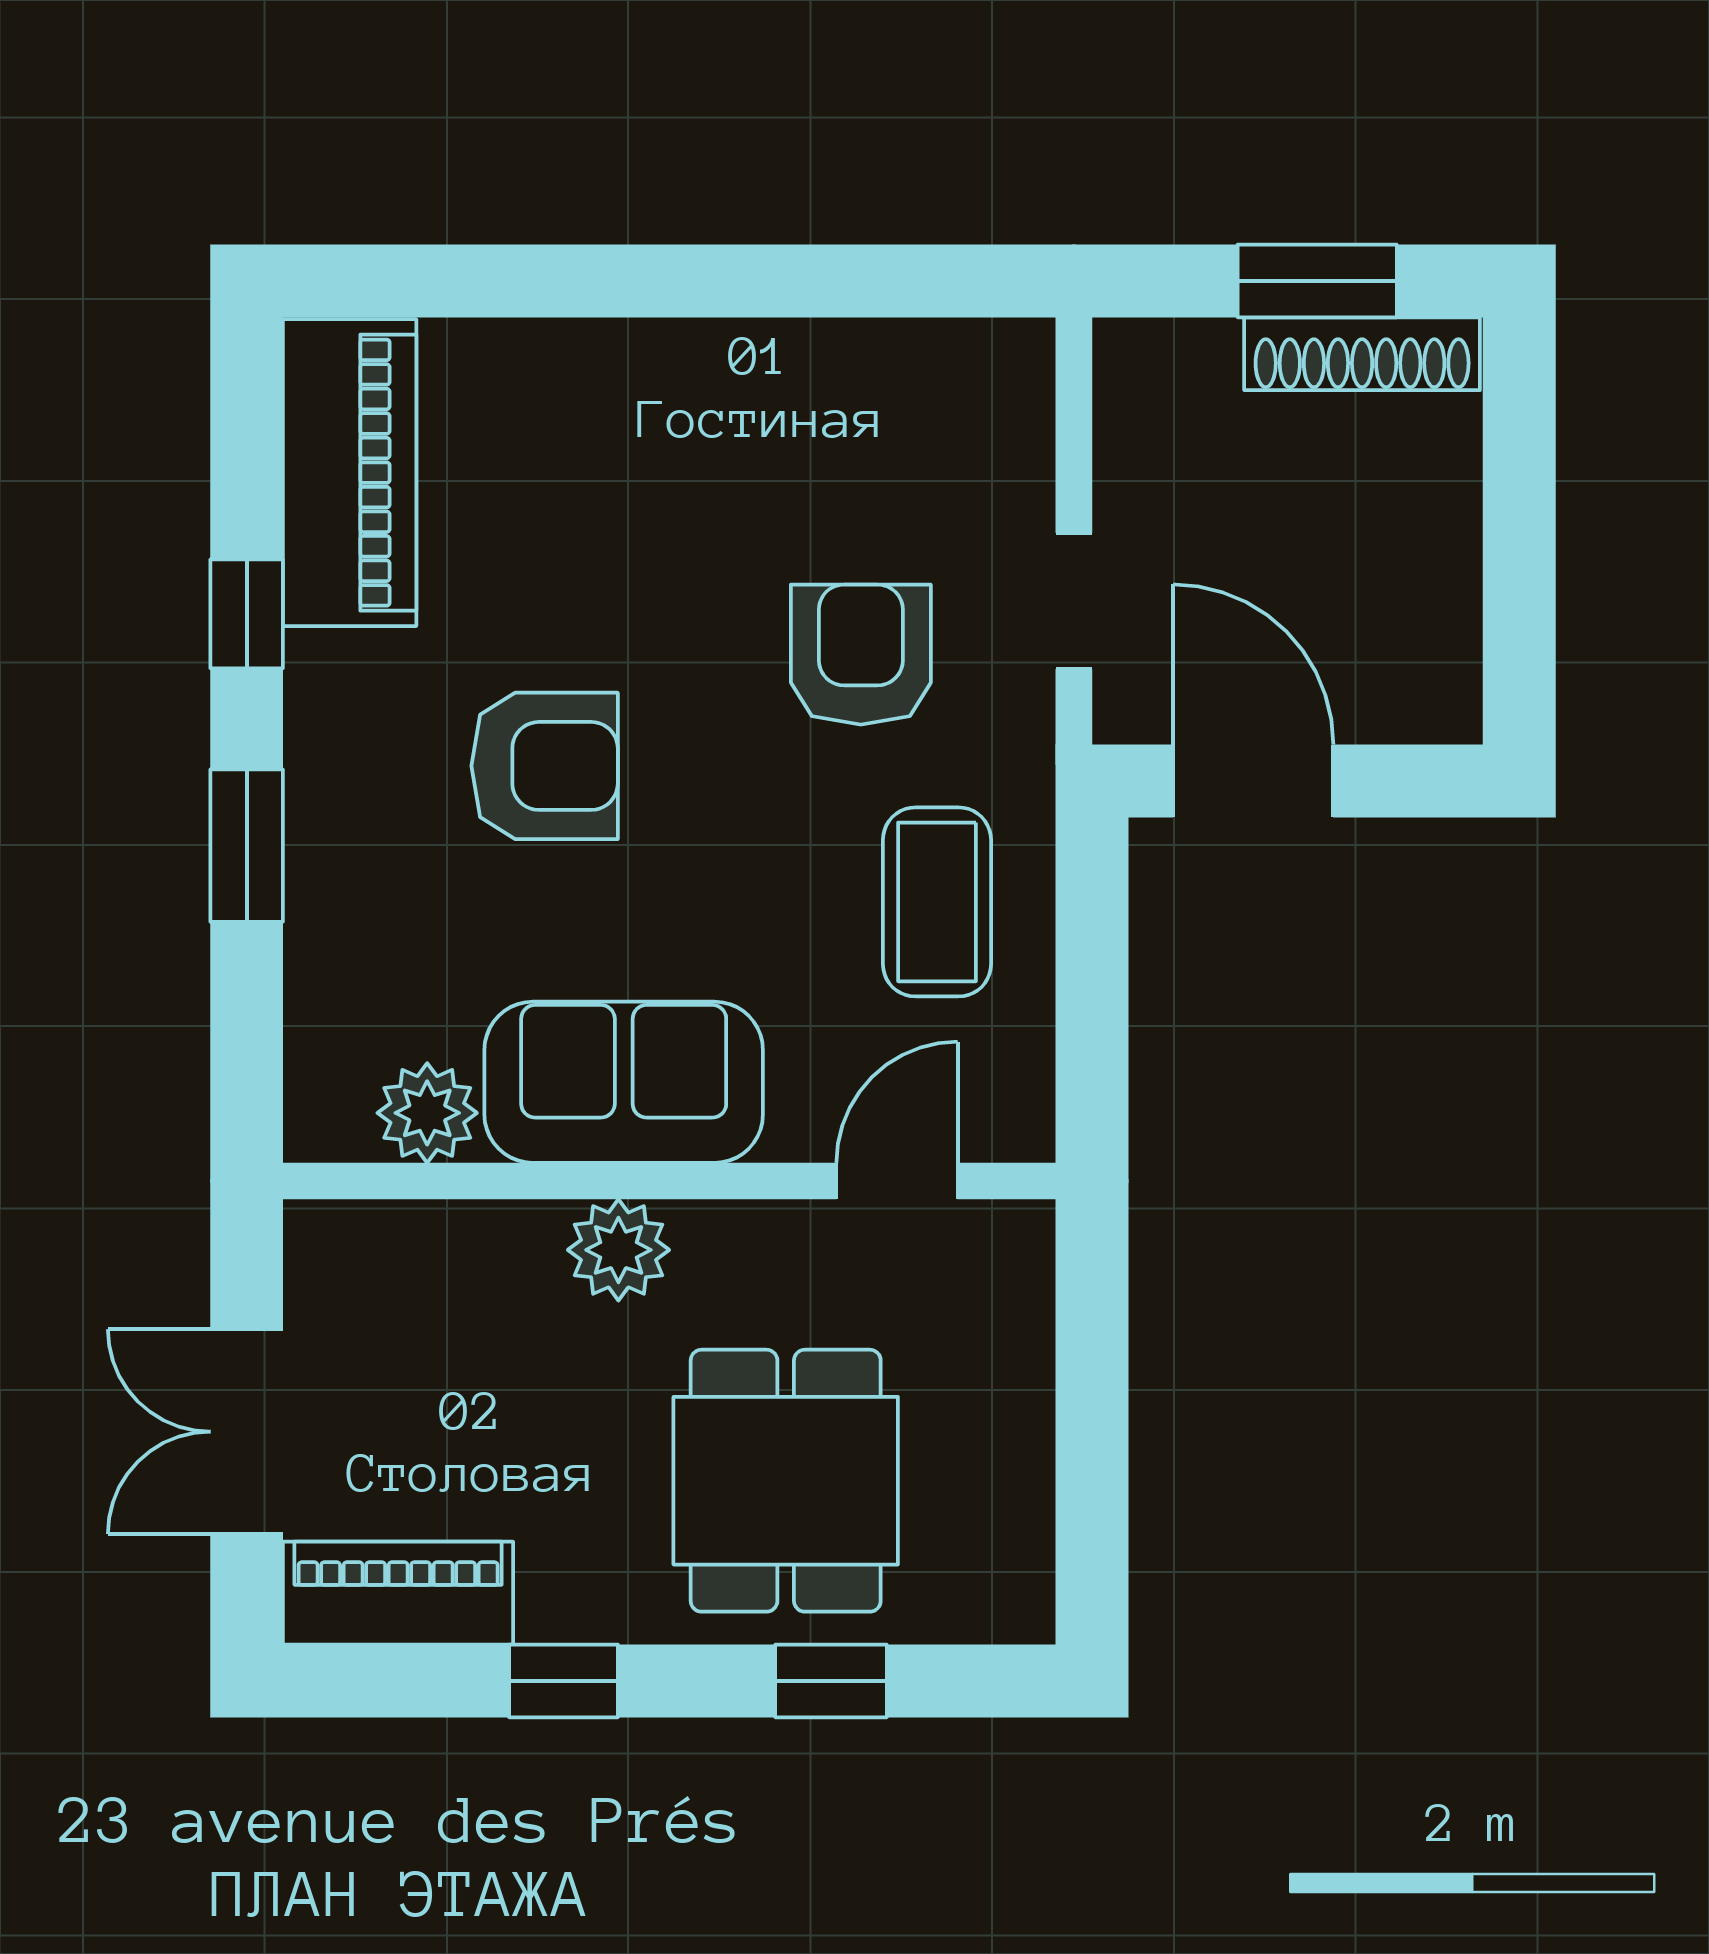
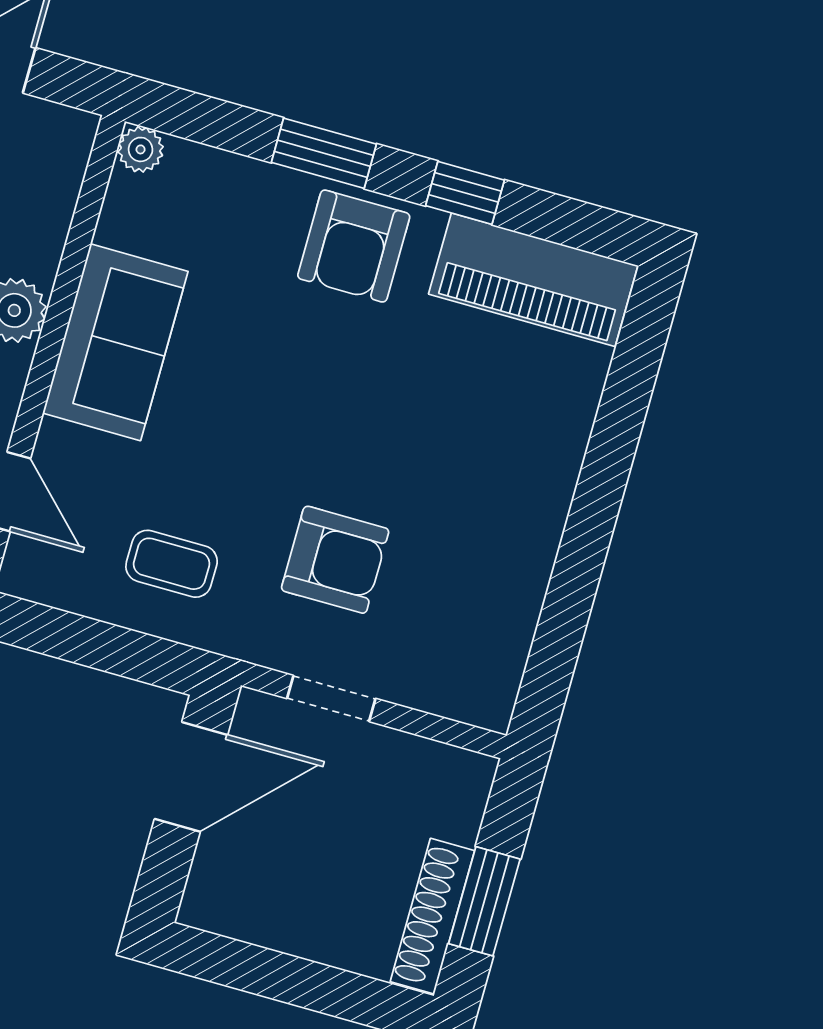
armchair: (545, 766) -> (354, 246), moved
coffee table: (937, 902) -> (172, 564), width x0.73, depth x0.77
plant: (427, 1113) -> (141, 149), moved, width x0.73, depth x0.73

